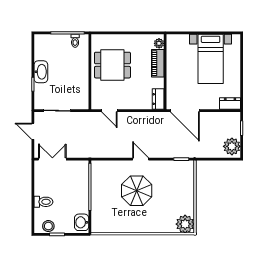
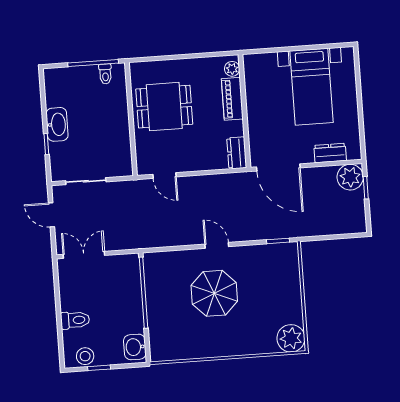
dresser: (230, 104) -> (330, 153), moved
plant: (232, 146) -> (350, 177), moved

